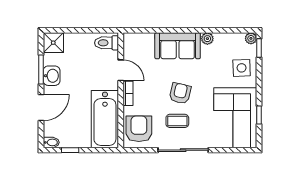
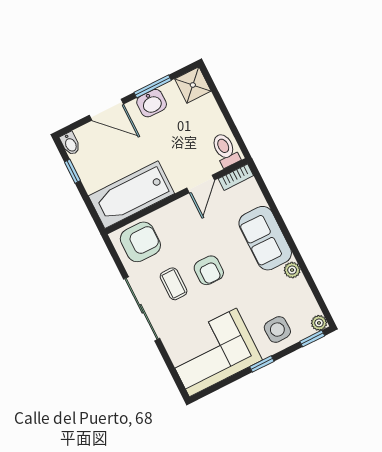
bookcase: (128, 93) -> (236, 177), moved
armchair: (180, 93) -> (209, 270), turned 77
window: (259, 115) -> (262, 364), moved

